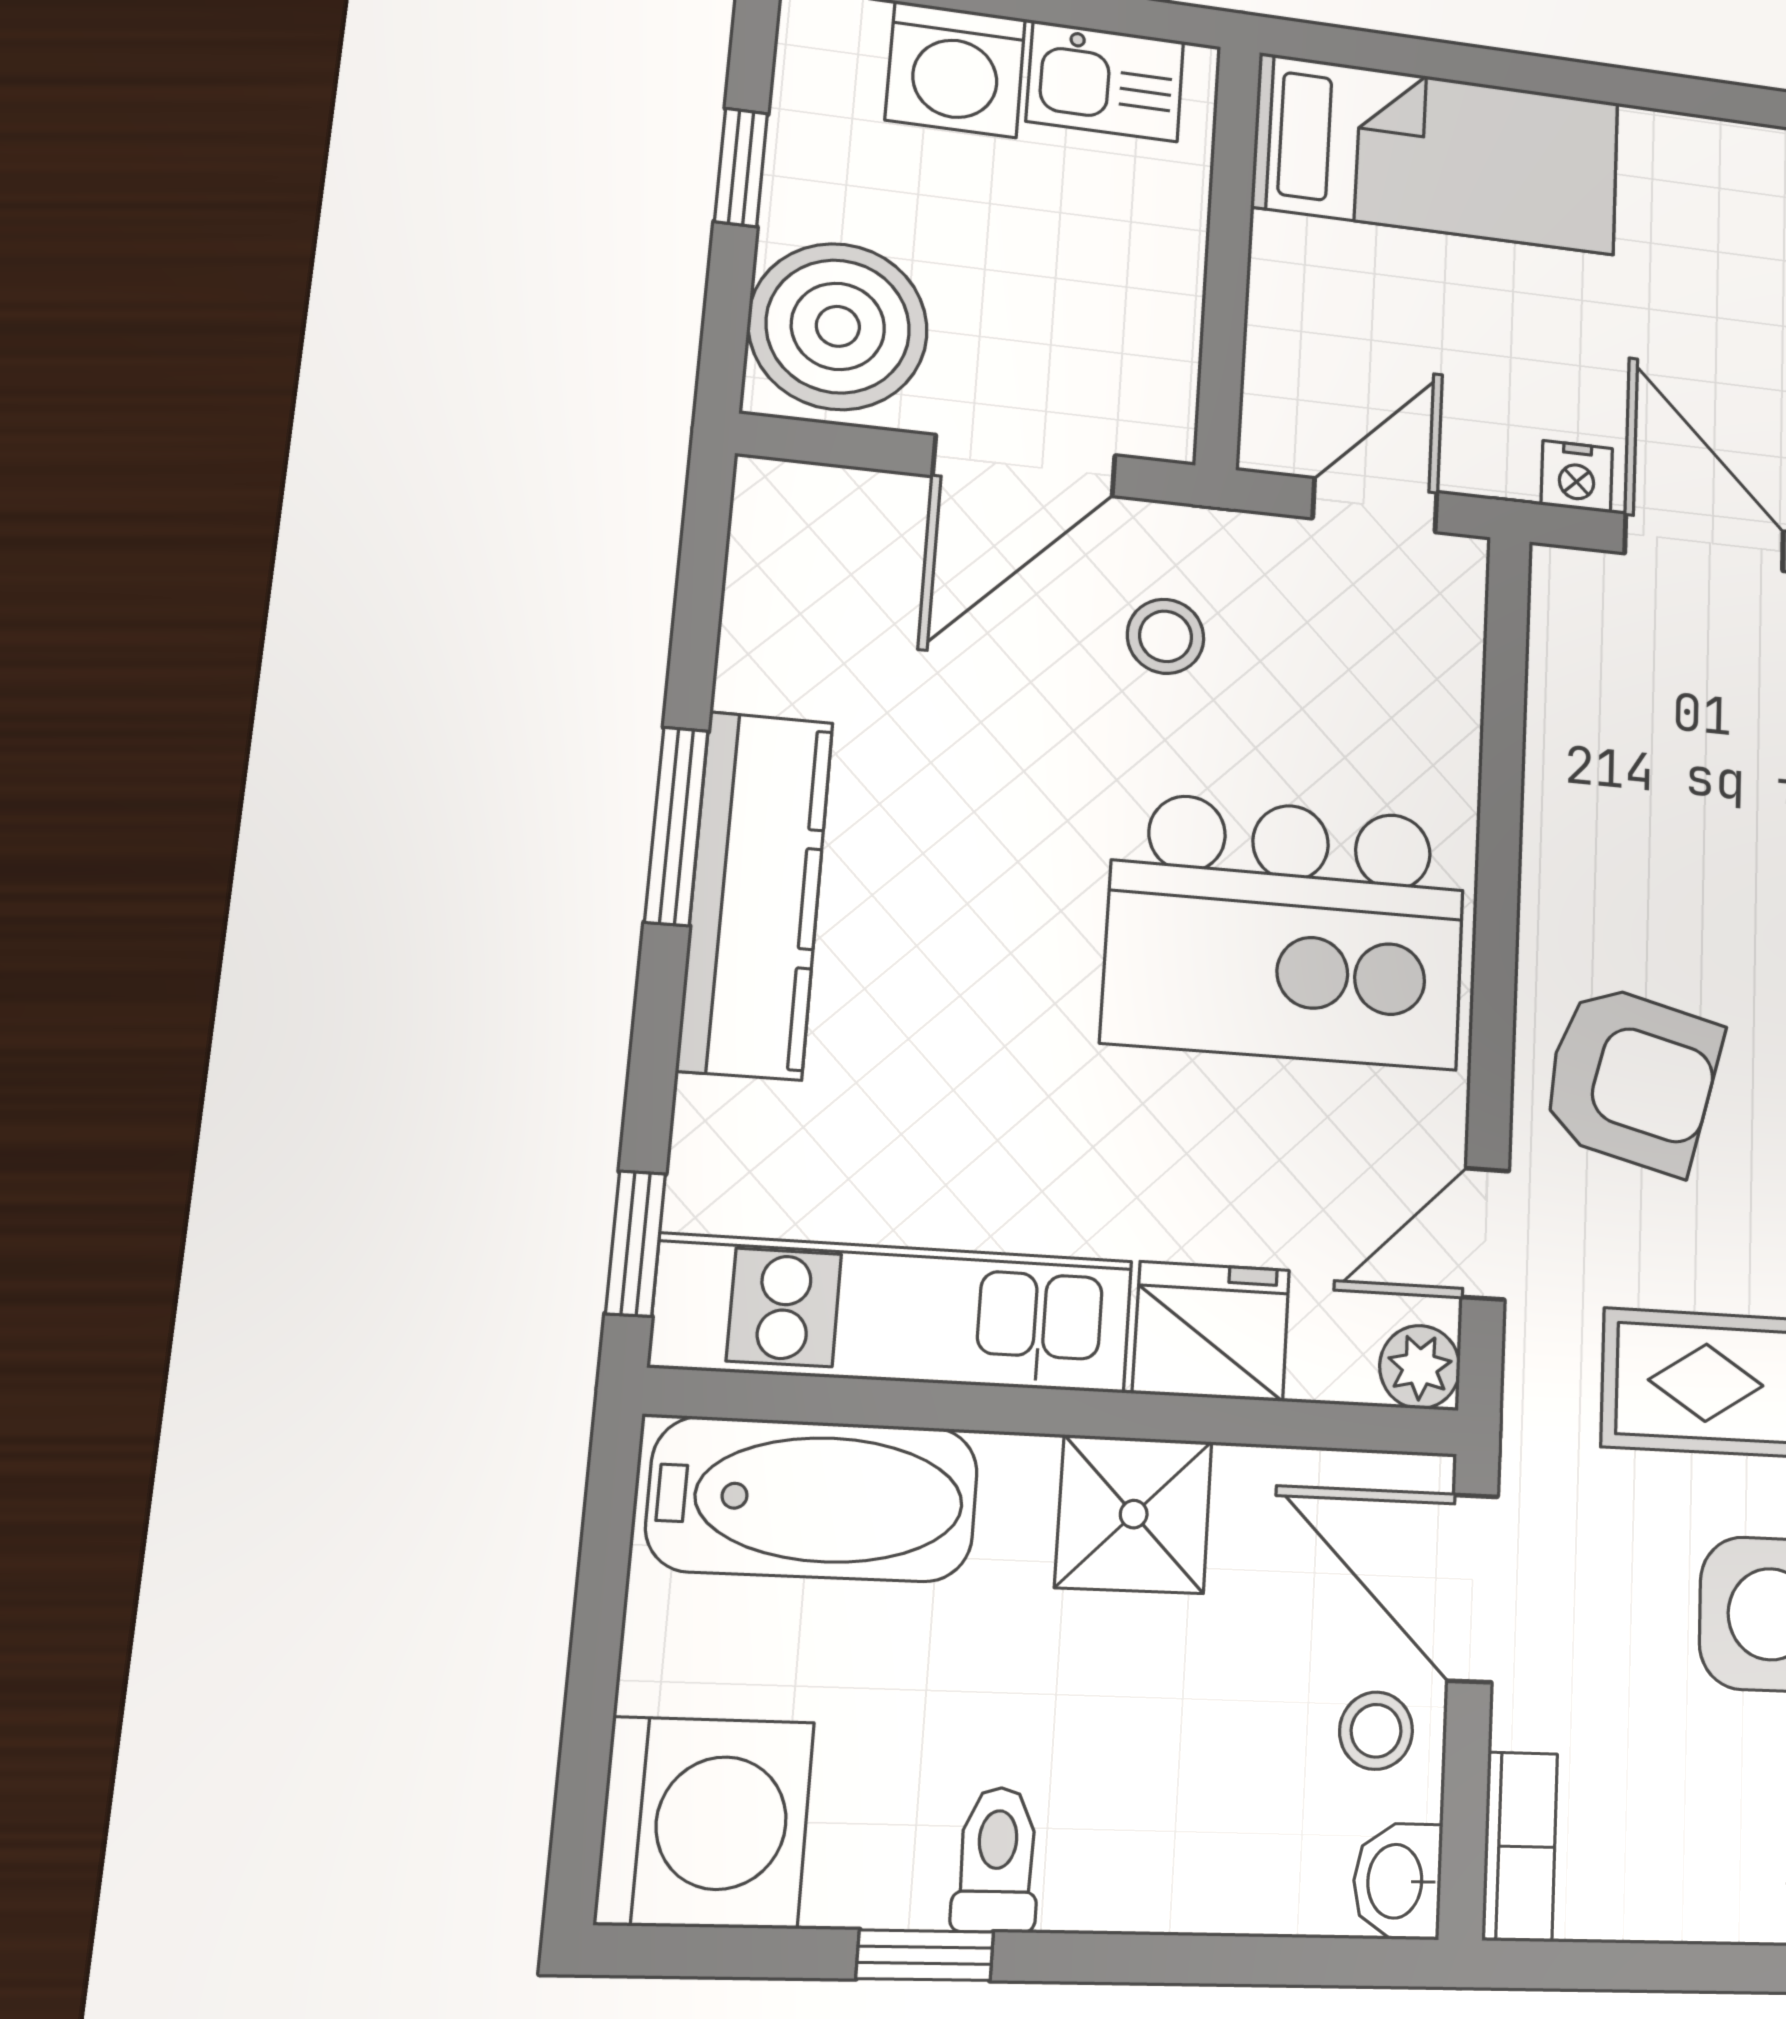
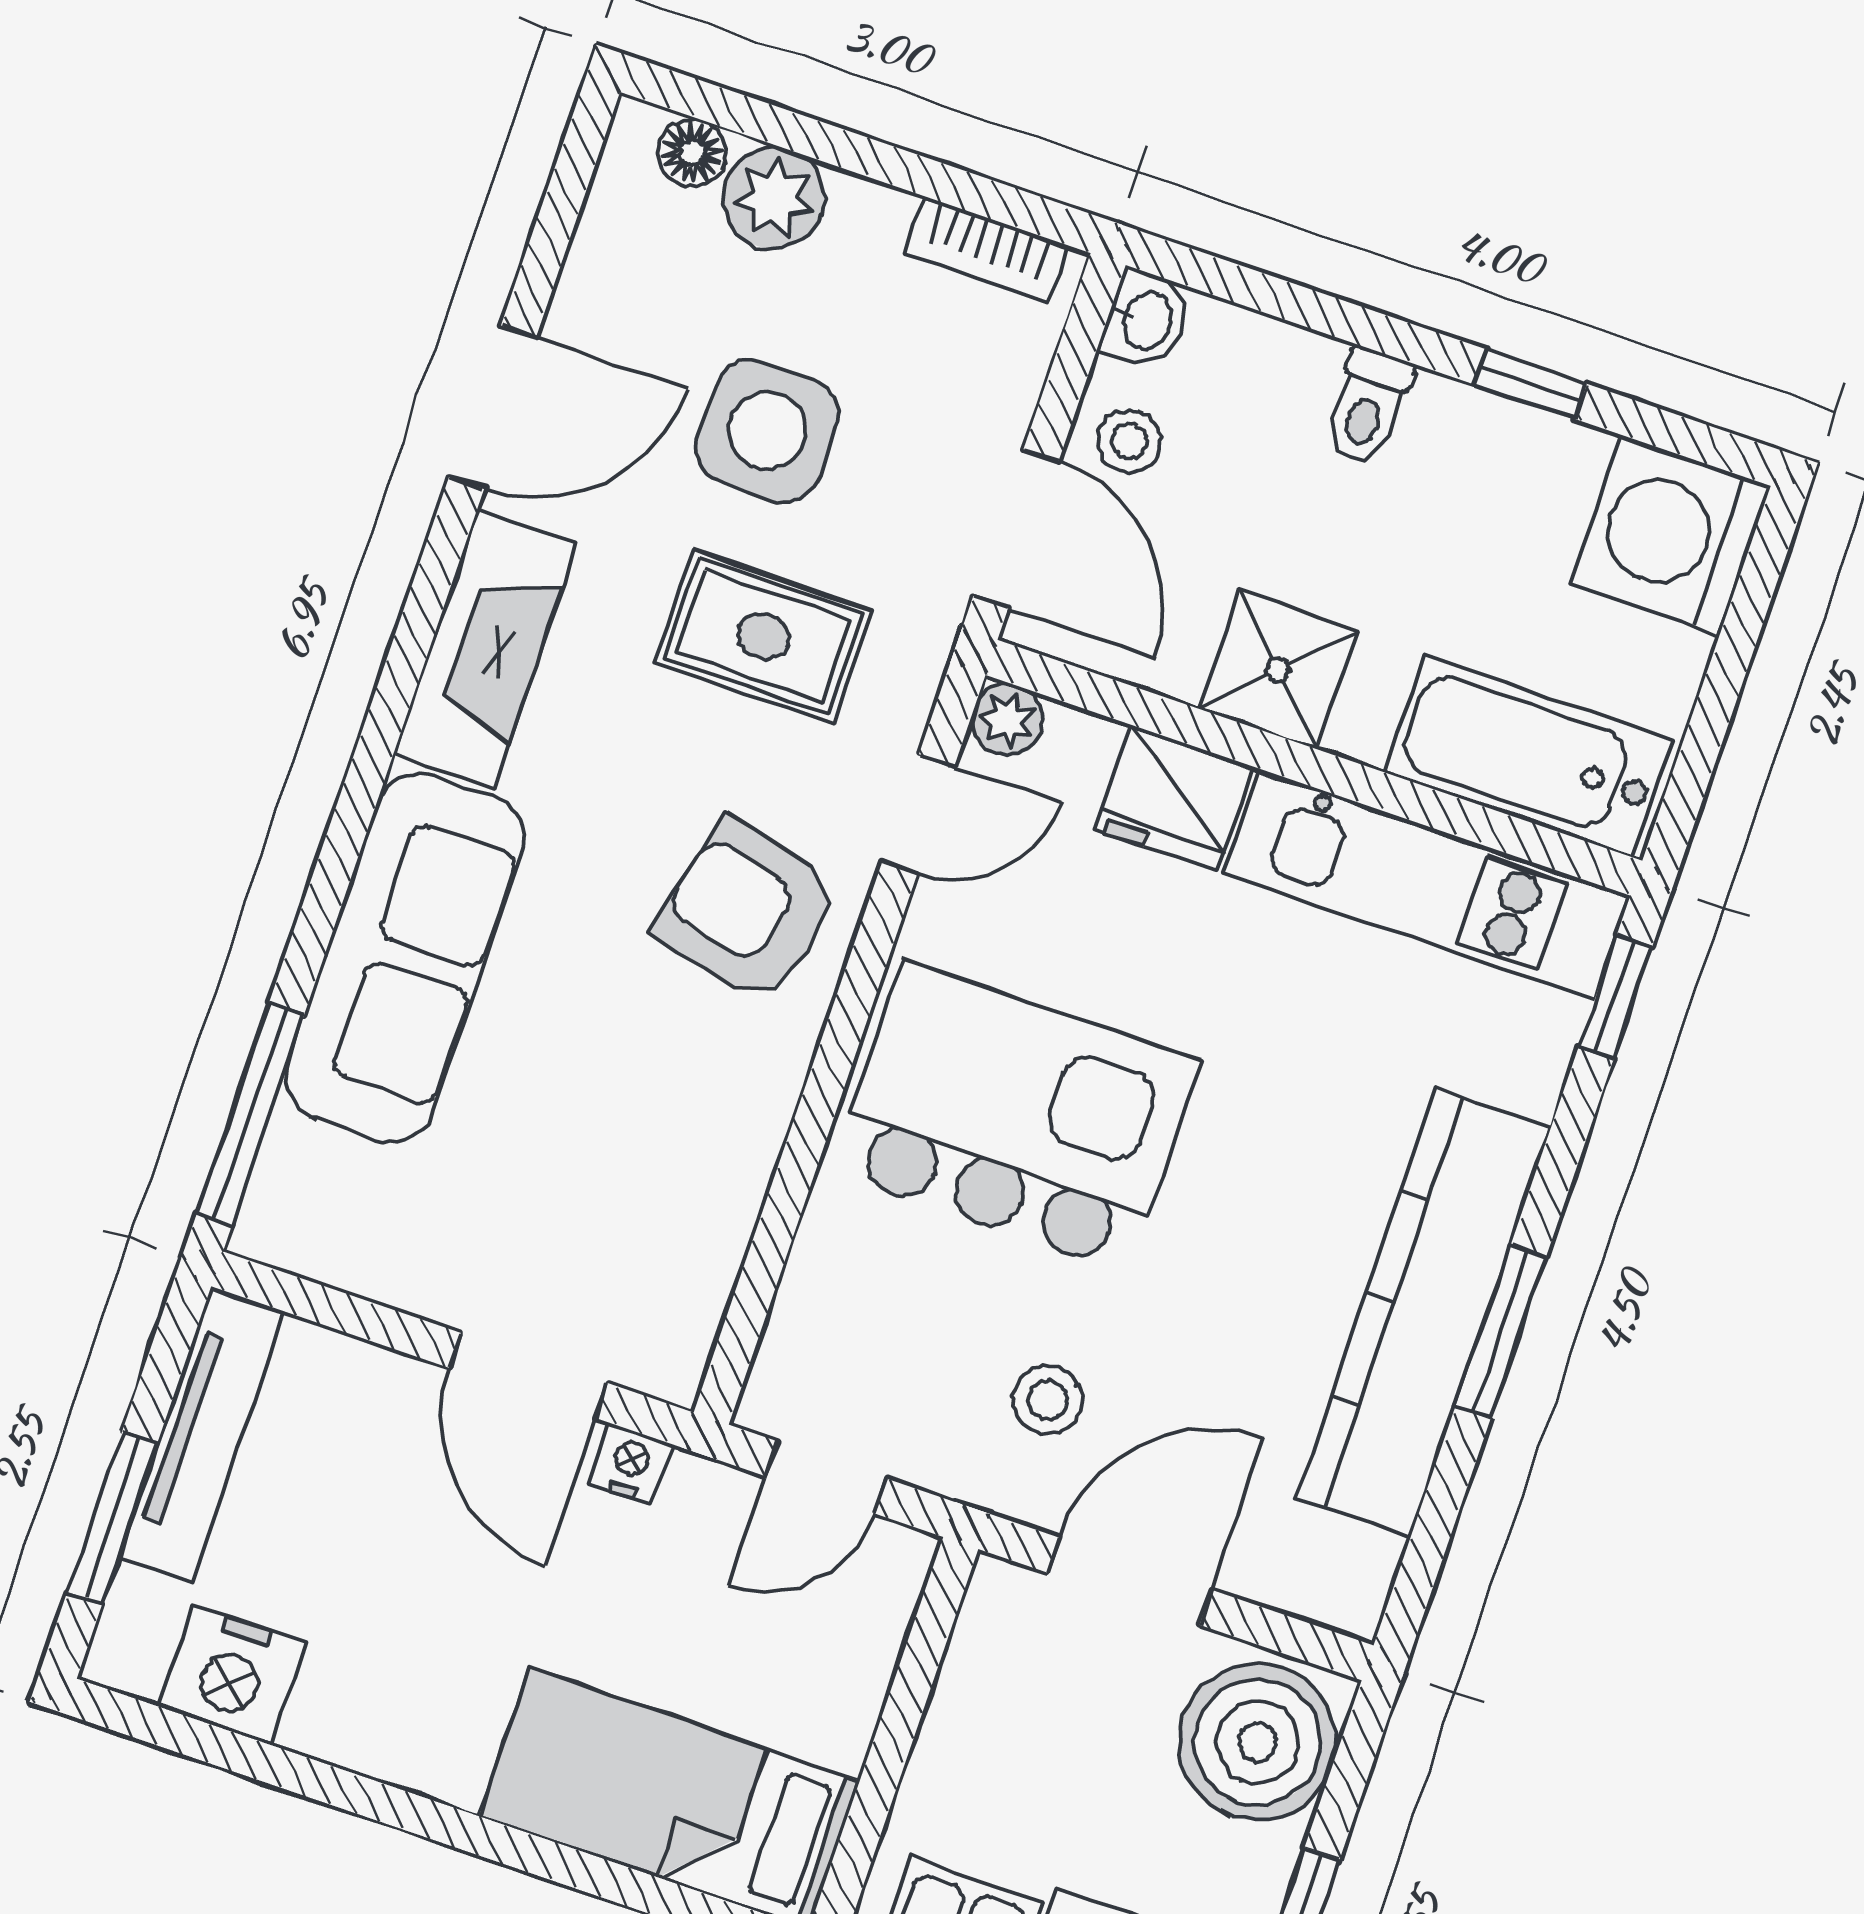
kitchen counter: (755, 894) -> (1424, 1313), width x1.39, depth x1.17
bookcase: (1520, 1847) -> (987, 249), moved, turned -90
toilet: (997, 1860) -> (1368, 407), moved

